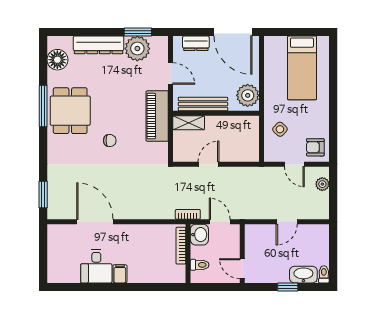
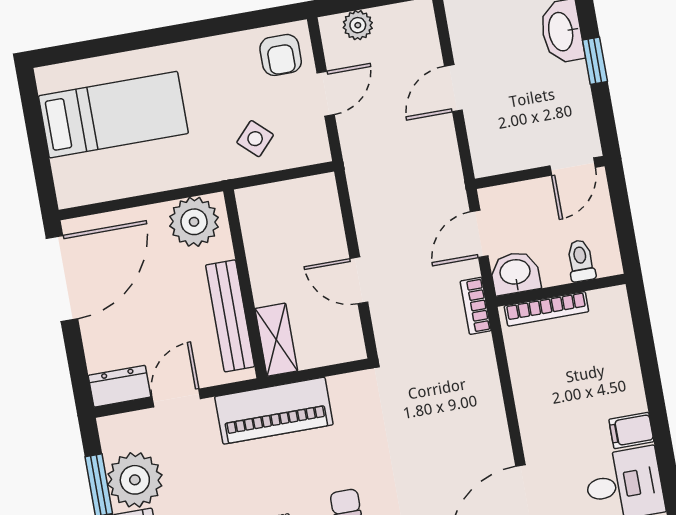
dresser: (196, 43) -> (120, 386), moved, turned -90
door: (287, 222) -> (453, 88), swing flipped

